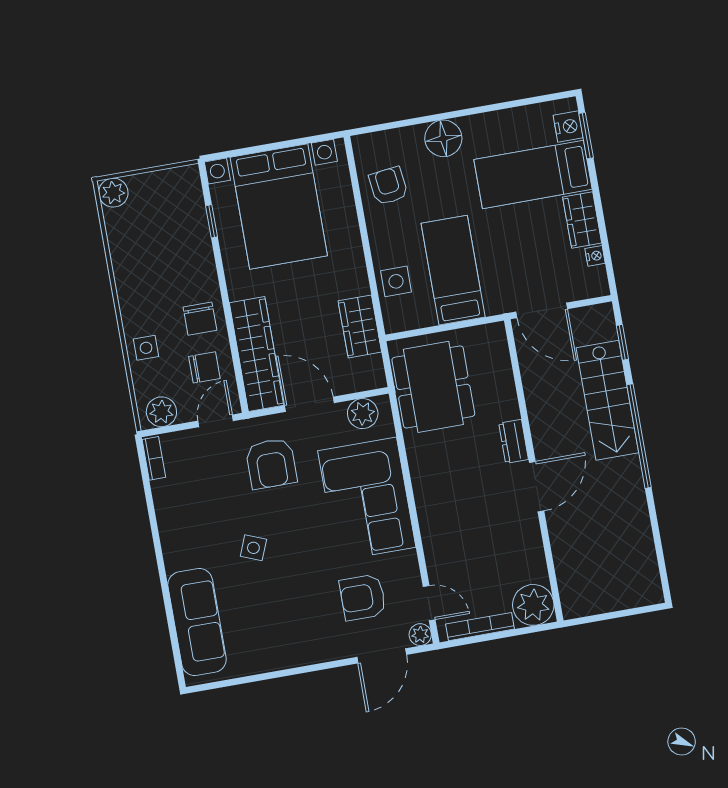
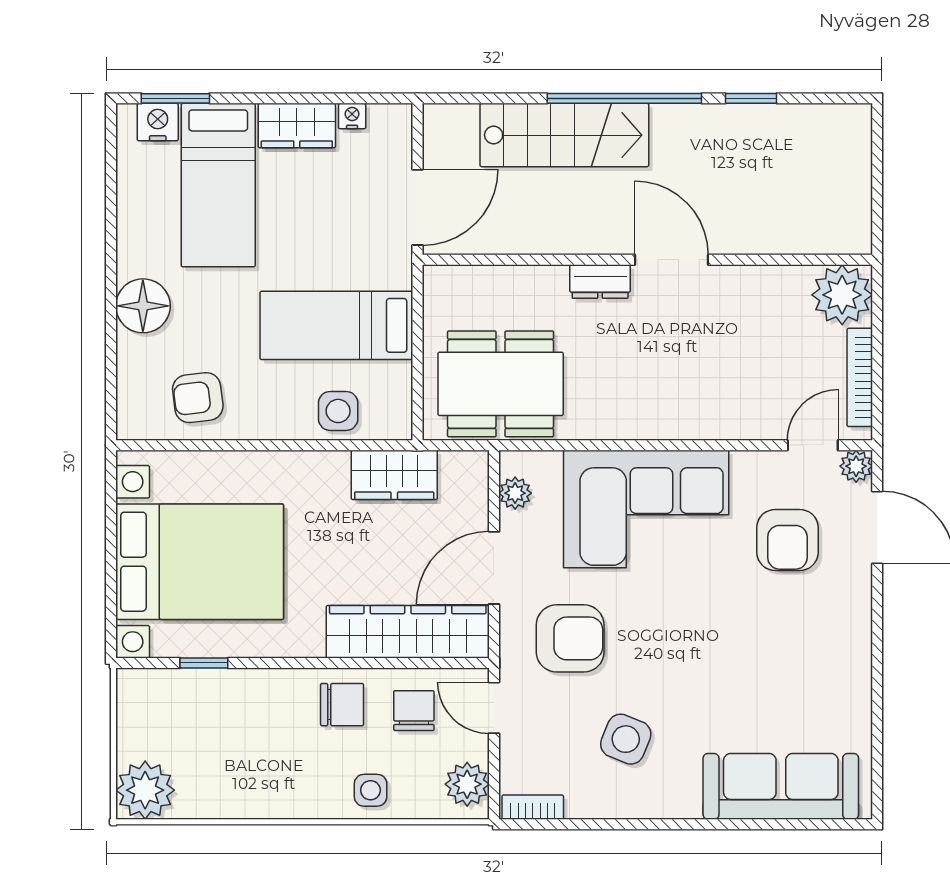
plant: (113, 193) -> (145, 790), width x1.36, depth x1.36
window: (622, 342) -> (751, 98), moved
plant: (363, 414) -> (515, 493), width x0.73, depth x0.73
side table: (253, 548) -> (626, 739), moved, width x1.37, depth x1.37

